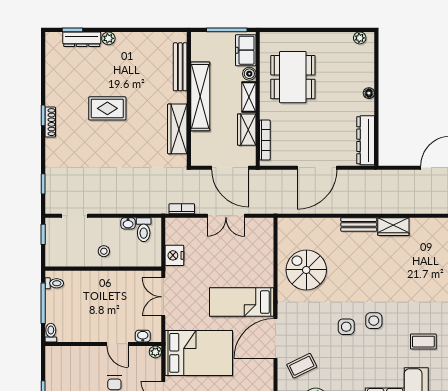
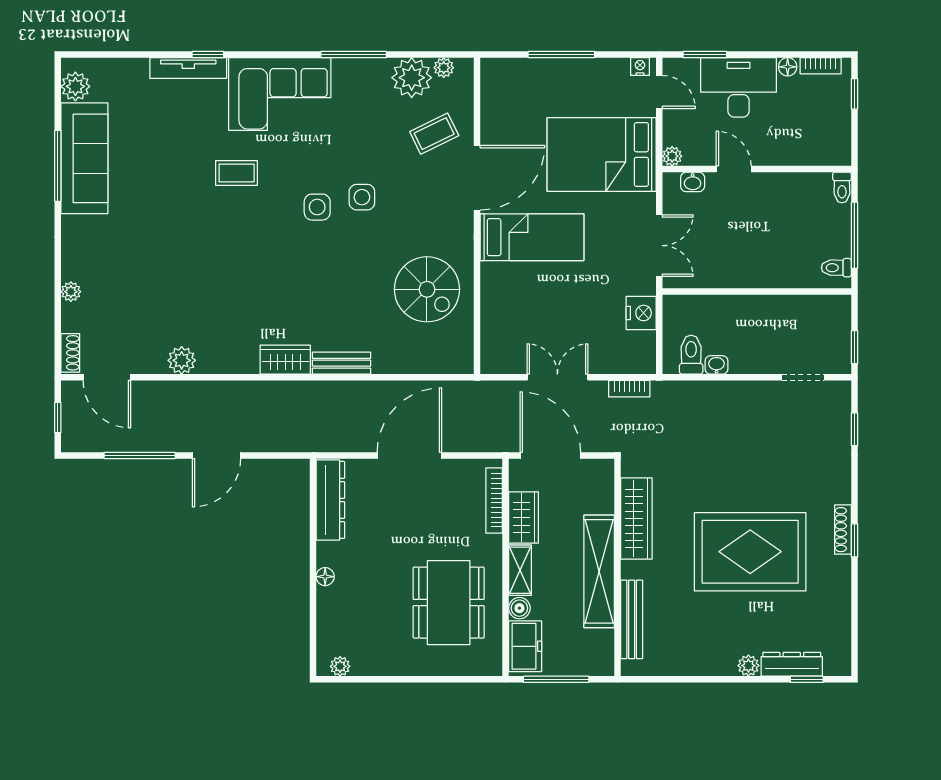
rug: (107, 108) -> (750, 552), width x1.86, depth x2.06
stool: (104, 251) -> (756, 320), removed

